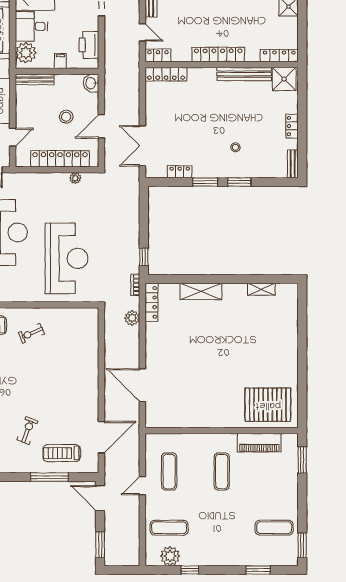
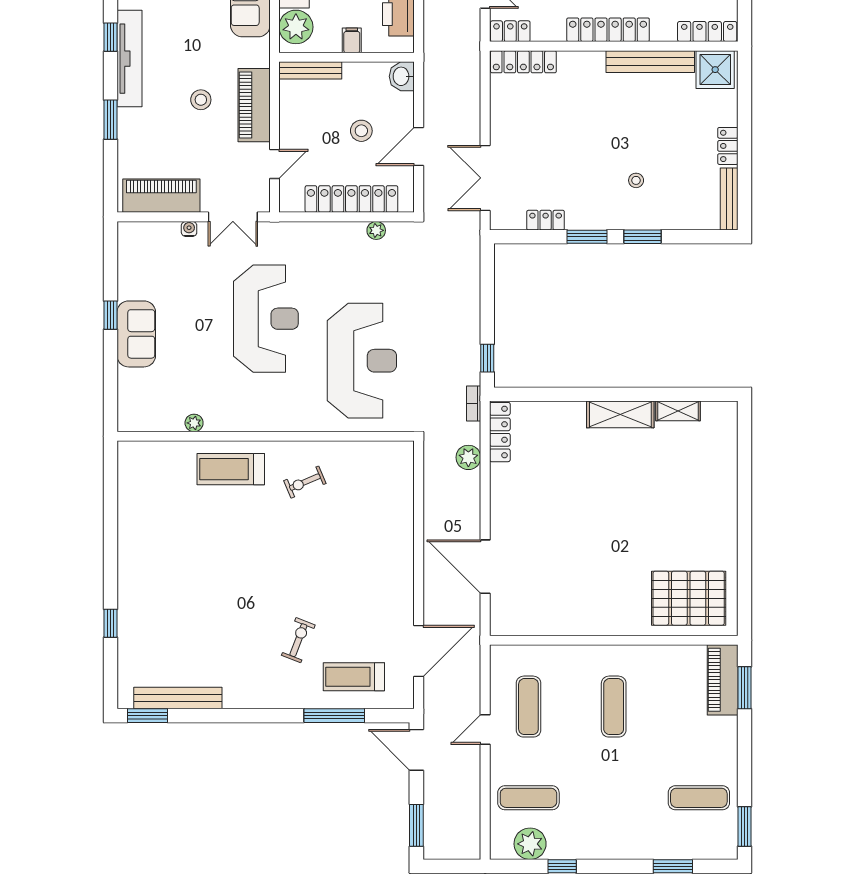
bench: (293, 164) -> (729, 199), width x1.36
shelving: (201, 291) -> (620, 414), moved
piano: (259, 443) -> (723, 680), moved, turned 90

